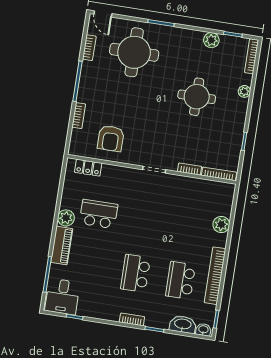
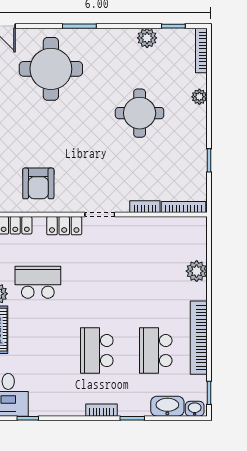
locker: (125, 174) -> (64, 226), added

